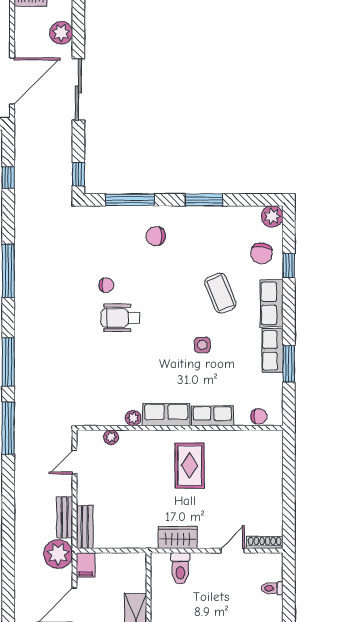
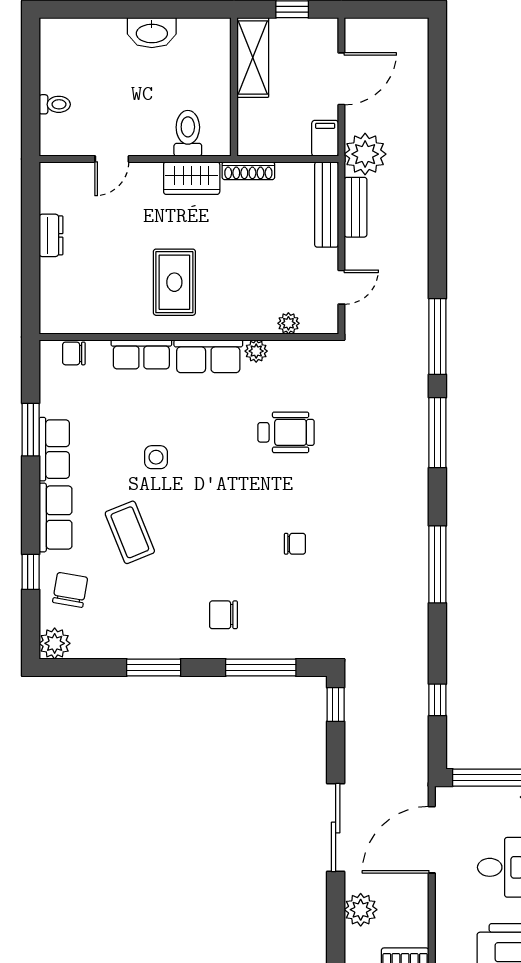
chair: (156, 236) -> (223, 615), turned 180
chair: (106, 285) -> (295, 544), turned 180
wheelchair: (120, 318) -> (286, 432), moved
dresser: (275, 498) -> (51, 235), added
bench: (85, 527) -> (327, 205), width x1.36
shoe rack: (265, 542) -> (248, 171), moved

